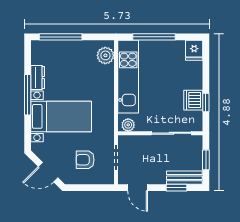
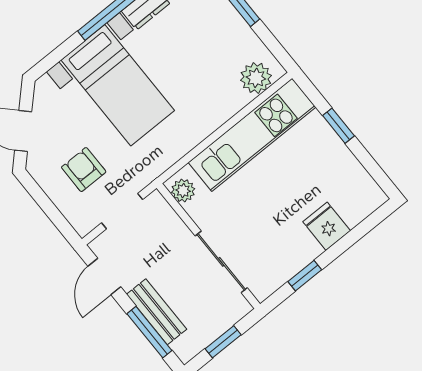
window: (154, 37) -> (338, 126), width x0.46
fridge: (194, 50) -> (327, 226), moved, turned 90
dishwasher: (193, 100) -> (294, 255), removed
bench: (184, 178) -> (157, 312), moved
window: (177, 188) -> (149, 332), width x1.50

